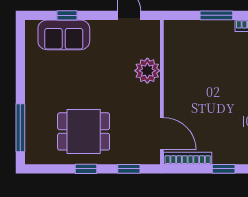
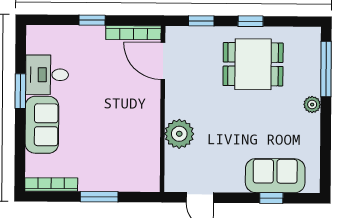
plant: (32, 97) -> (312, 105), added

